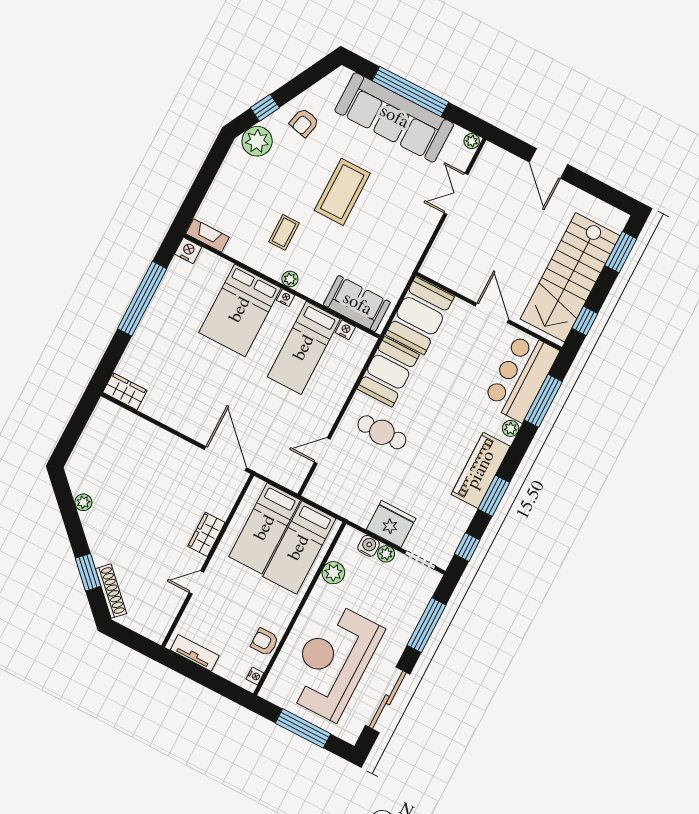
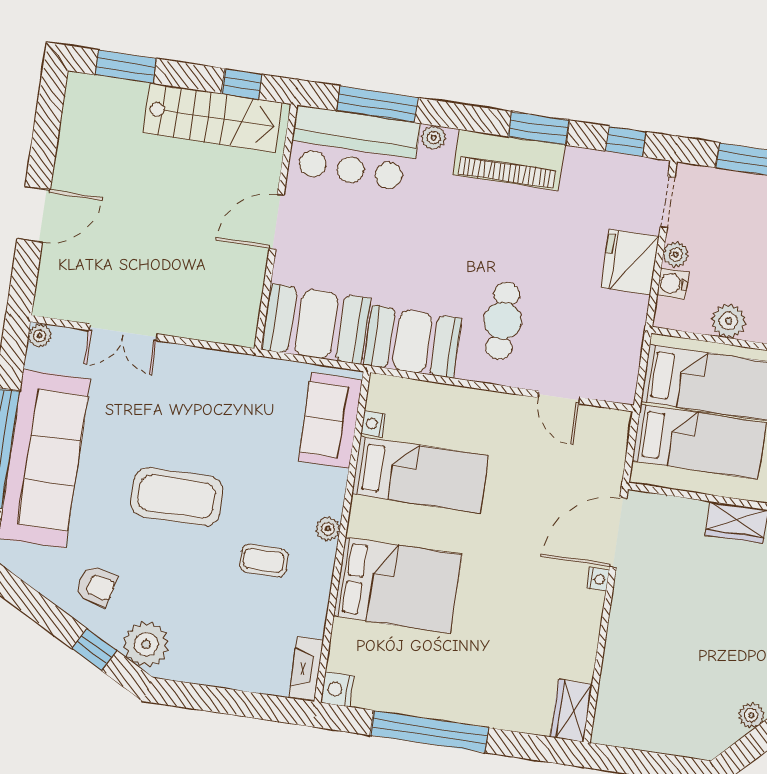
stairs: (570, 277) -> (213, 118), width x0.73, depth x0.66
nightstand: (286, 298) -> (598, 579), moved, turned 180

